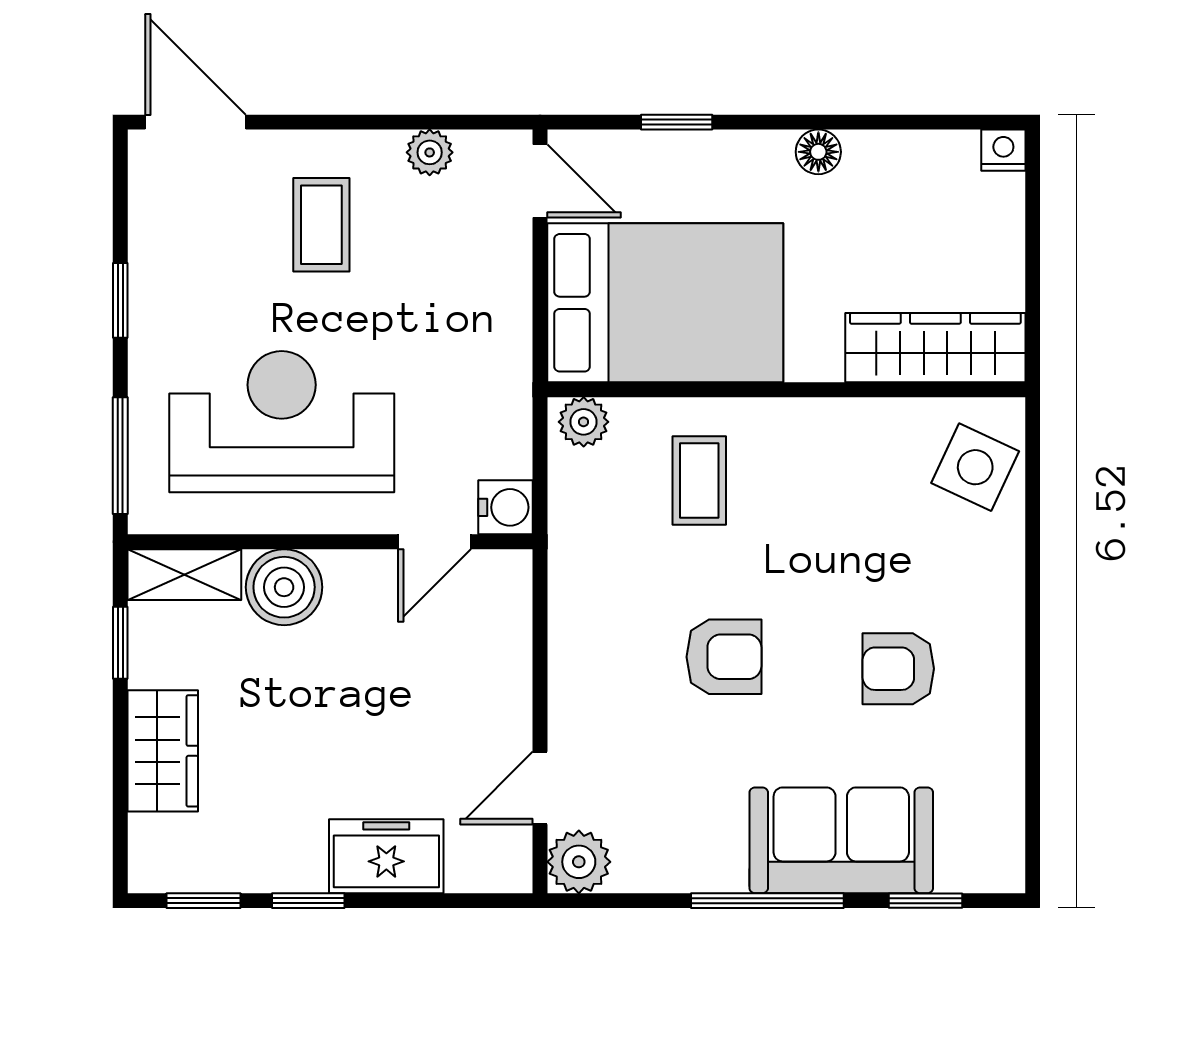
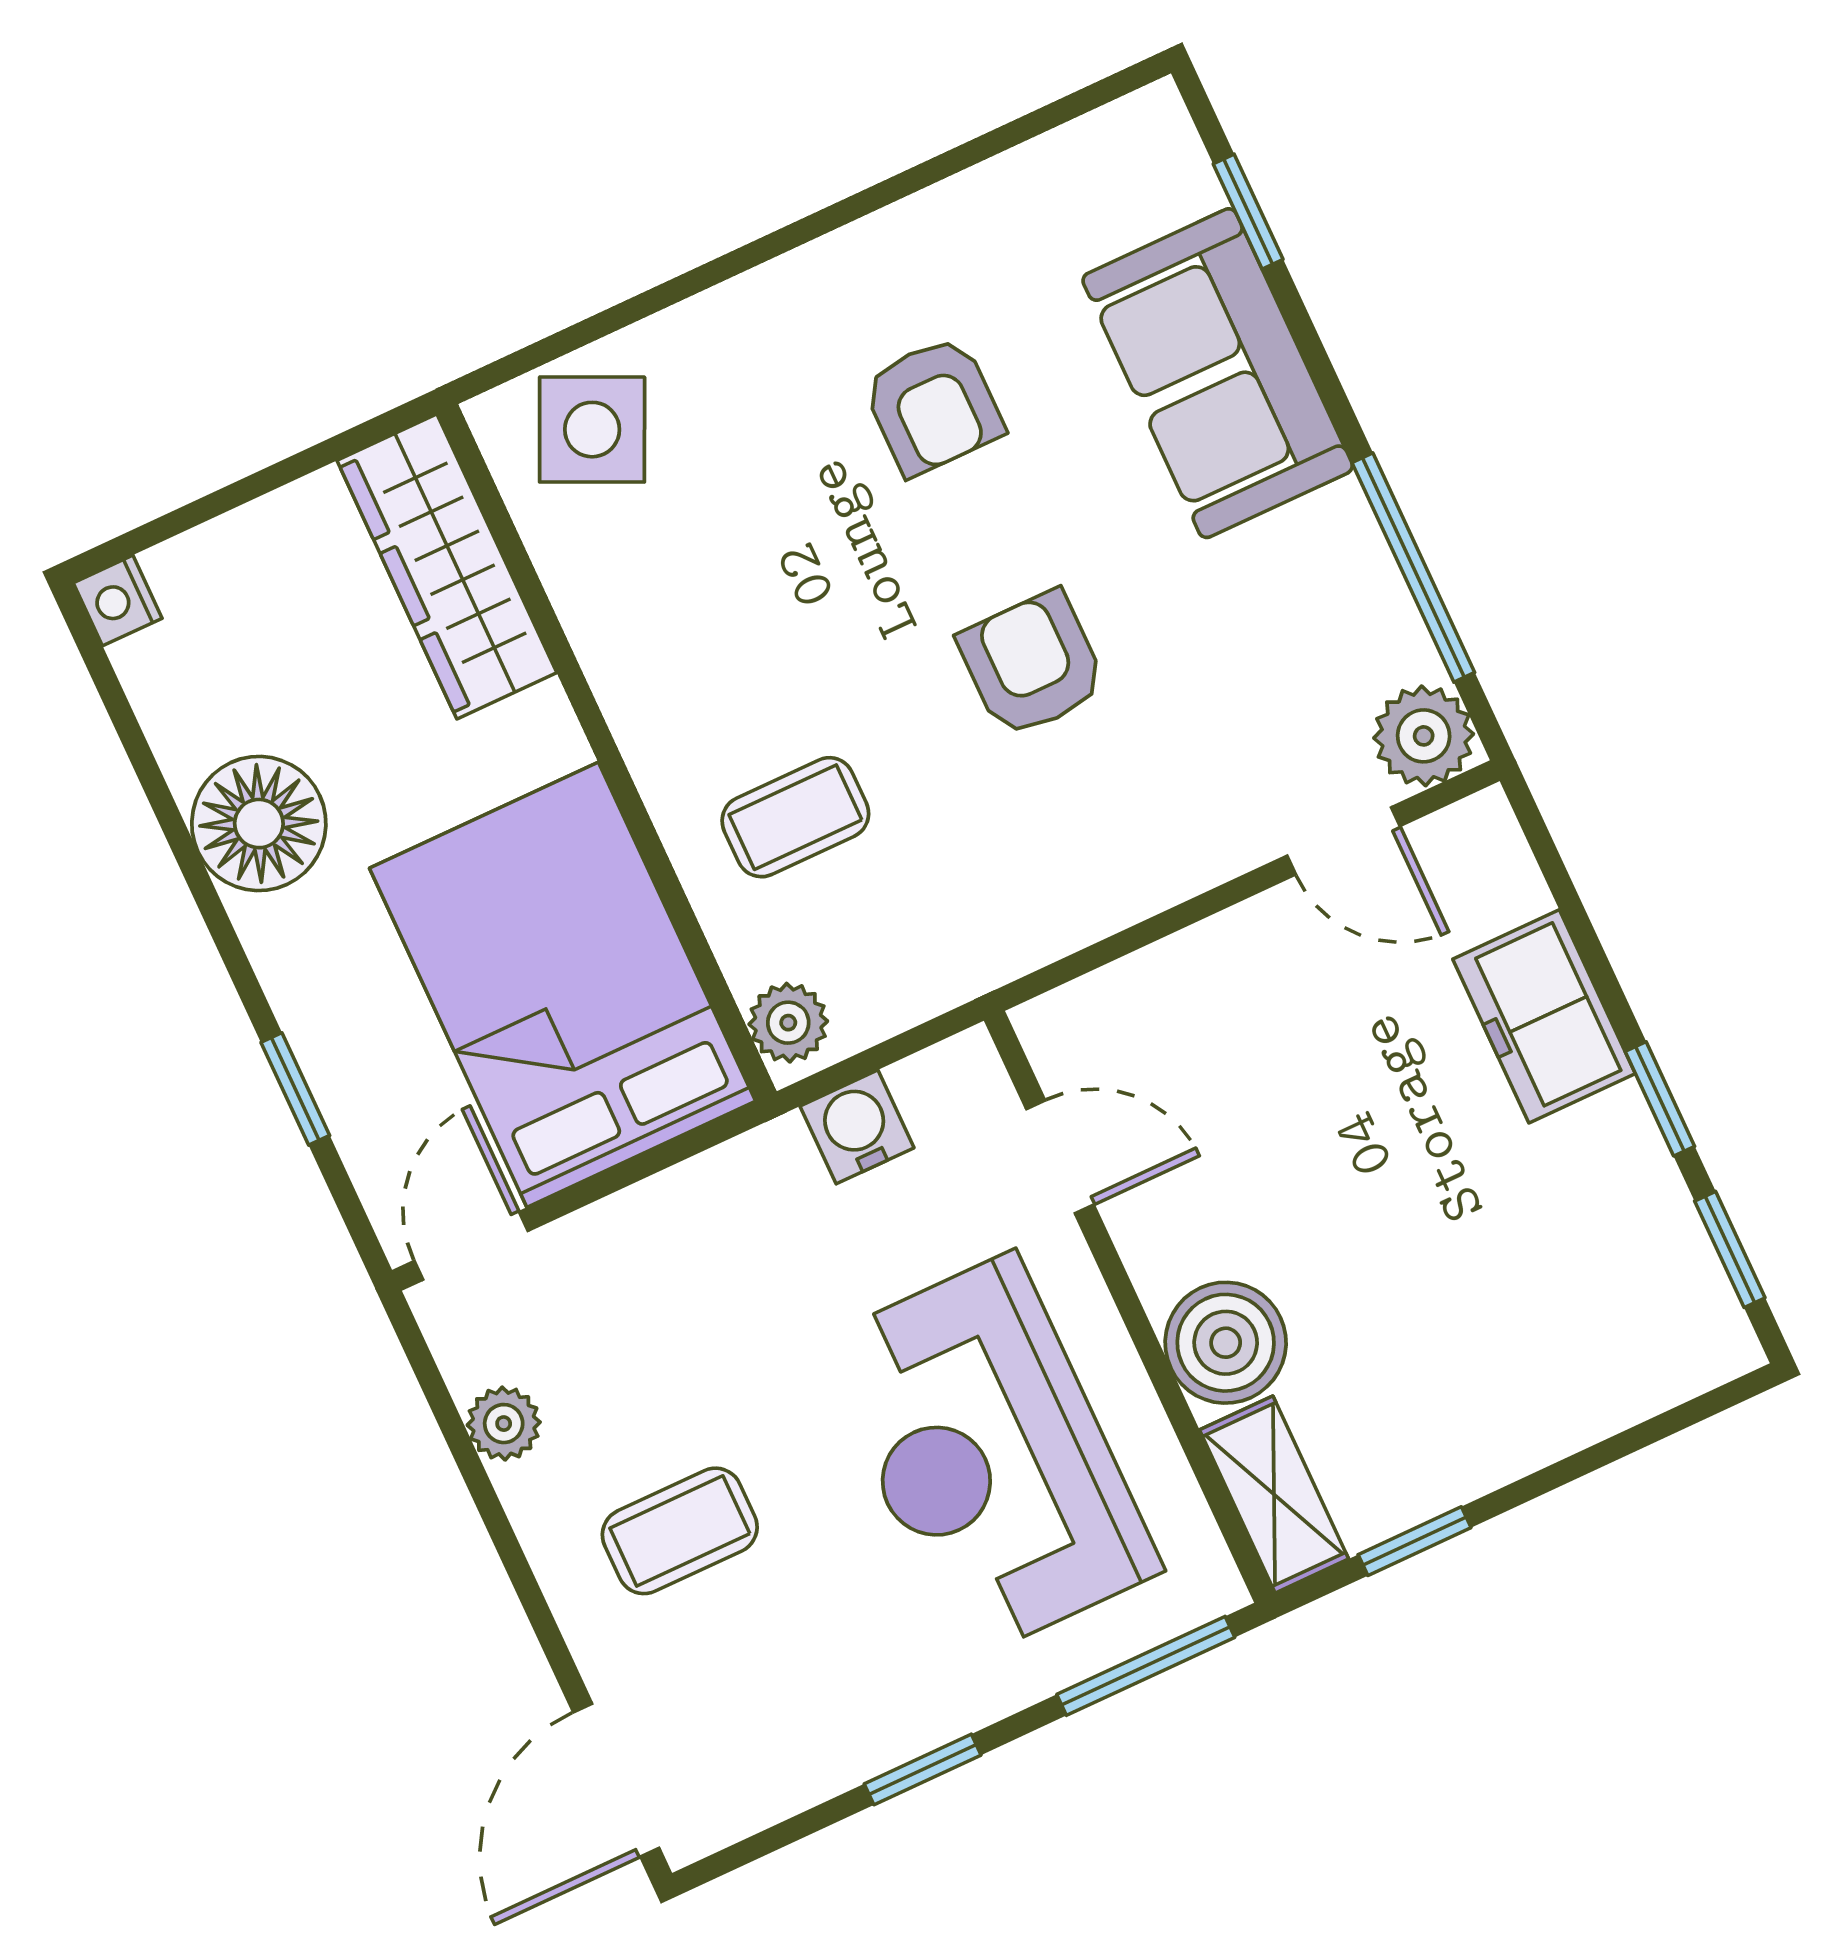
floor lamp: (818, 152) -> (259, 824), width x1.89, depth x1.89
water cooler: (506, 507) -> (857, 1127), moved
wardrobe: (163, 751) -> (1542, 1408), removed
window: (767, 901) -> (1413, 567), moved

